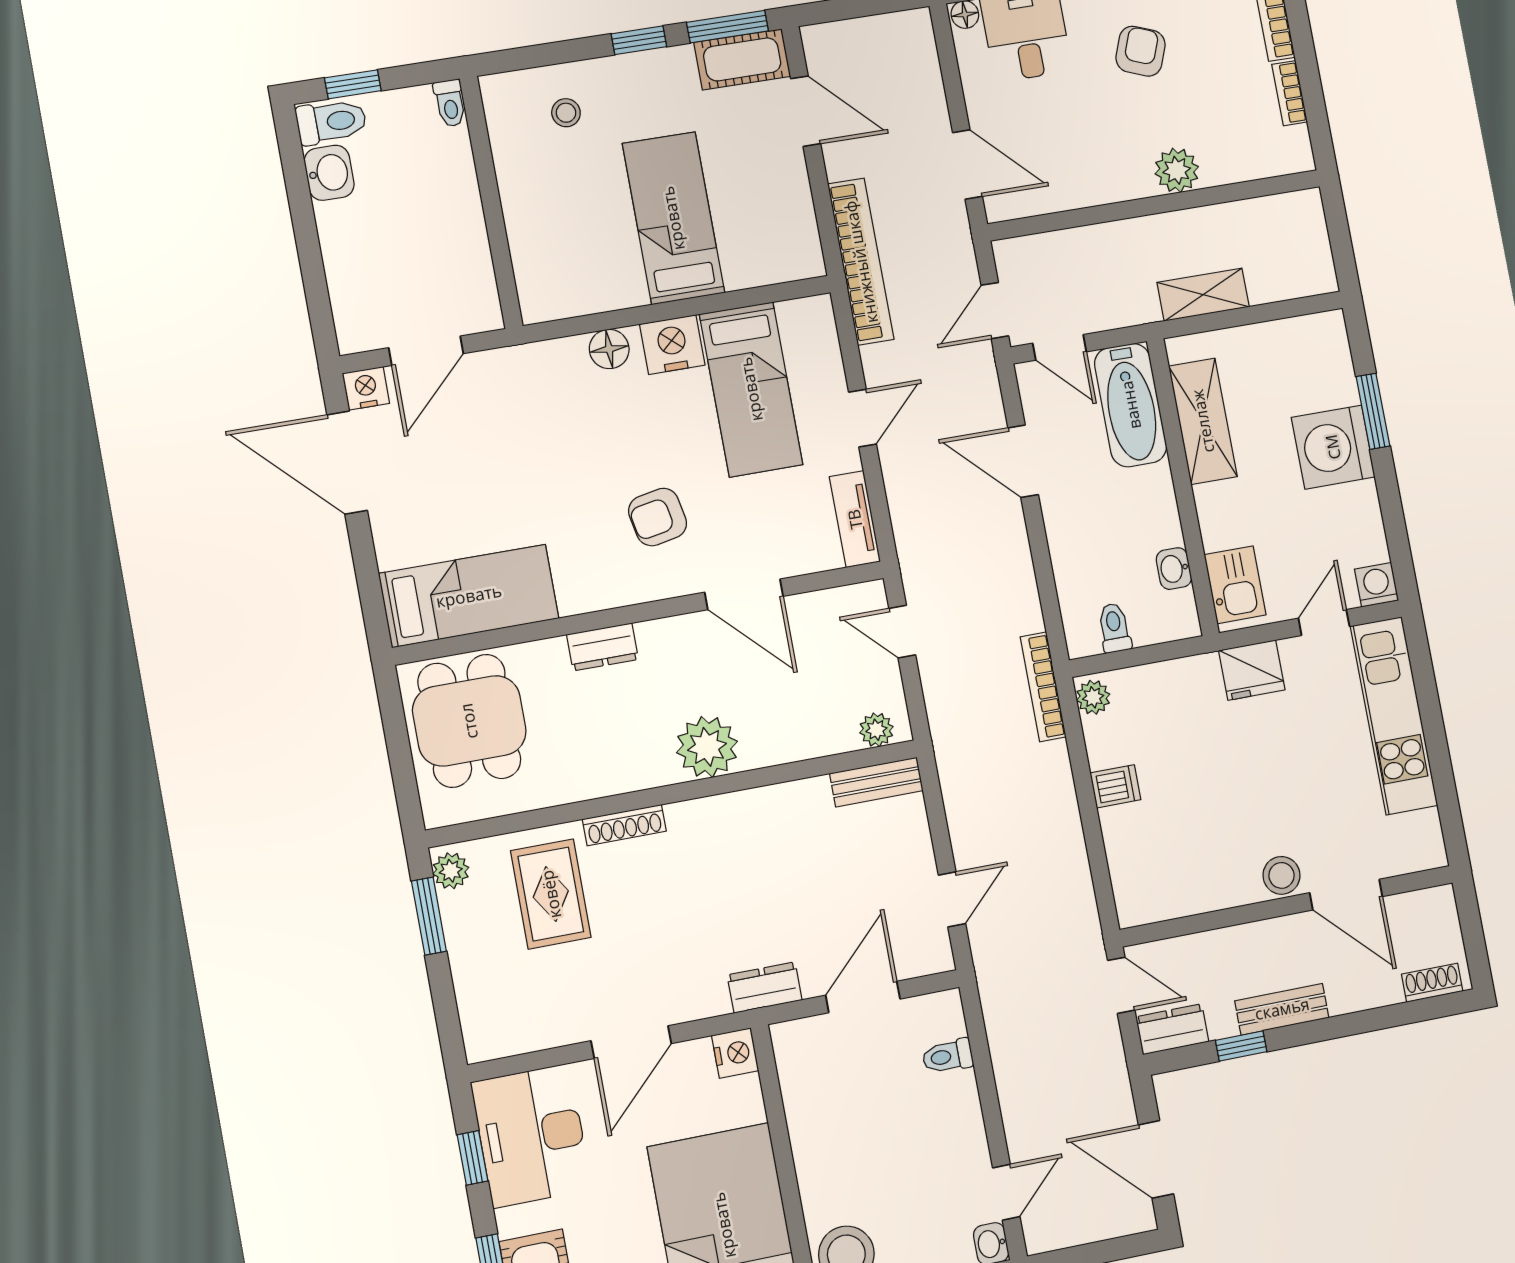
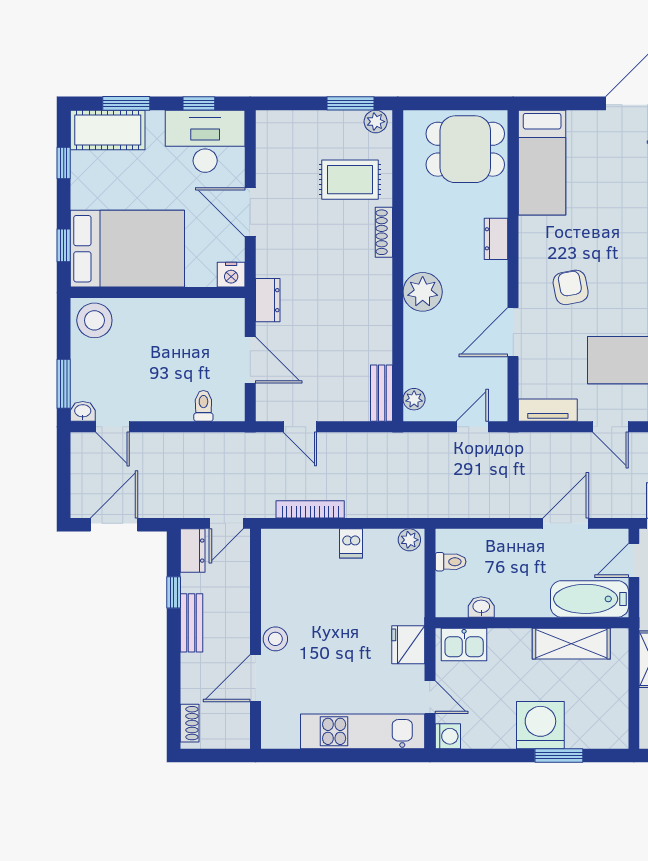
bookcase: (1043, 687) -> (310, 509), moved

